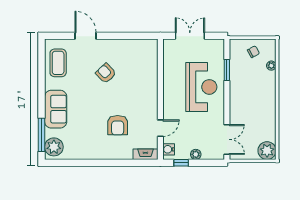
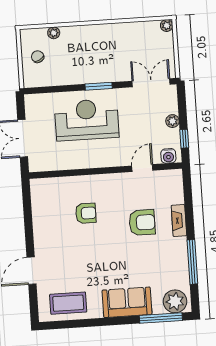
window: (227, 70) -> (99, 86), moved
armchair: (106, 73) -> (86, 213), moved, turned -136
door: (160, 128) -> (142, 168), hinge flipped
plant: (267, 151) -> (167, 25), width x0.53, depth x0.53
fireplace: (145, 154) -> (179, 221), moved
window: (84, 163) -> (192, 262), added

